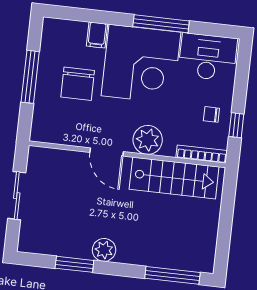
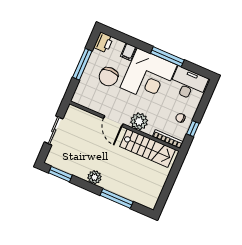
printer: (53, 32) -> (104, 42), added
window: (74, 264) -> (60, 174), moved
window: (172, 275) -> (117, 198), moved

